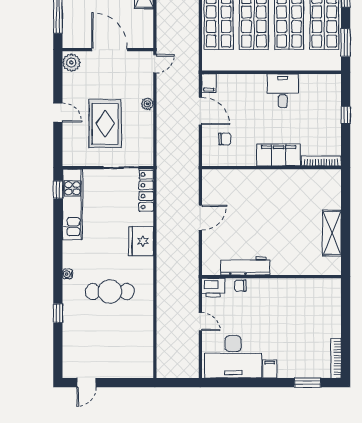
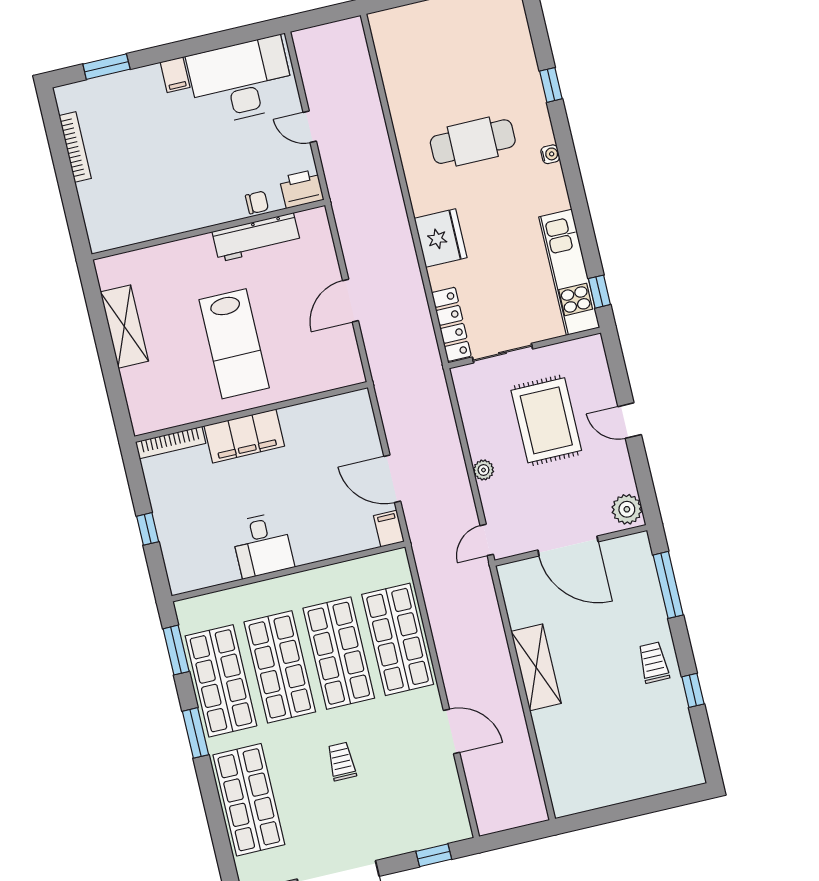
chair: (225, 139) -> (341, 442), removed
lab bench: (272, 209) -> (234, 344), added
bookcase: (336, 358) -> (75, 147), moved

